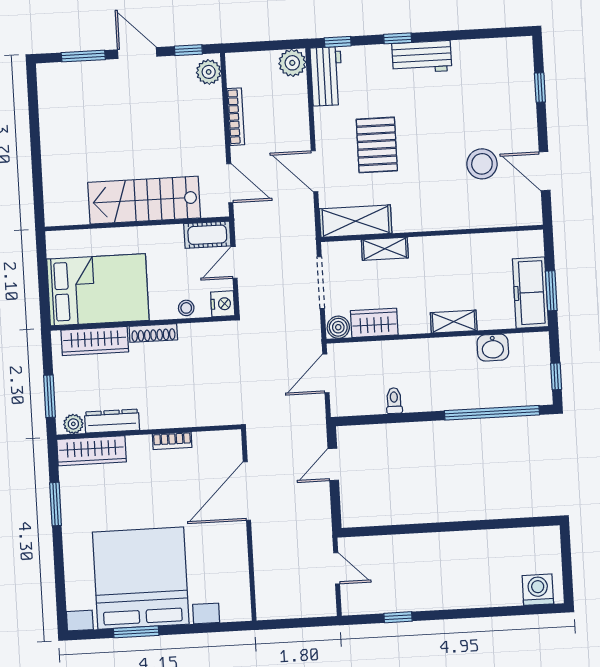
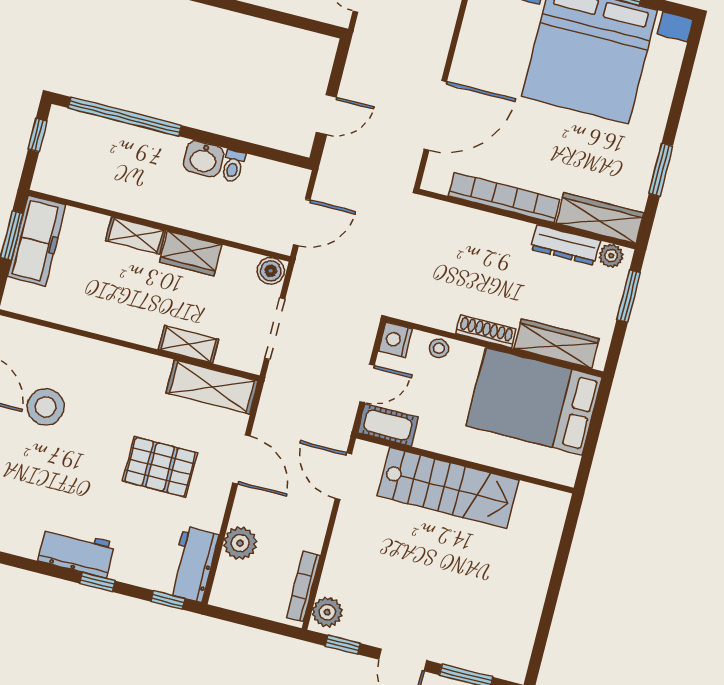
plant: (292, 63) -> (240, 543), moved
bookcase: (236, 117) -> (303, 587), moved
pallet: (377, 145) -> (160, 467), turned 90
wardrobe: (374, 323) -> (191, 253), moved
washbasin: (493, 348) -> (203, 159), moved, turned 180
bookcase: (172, 441) -> (504, 198), width x2.31, depth x1.31

